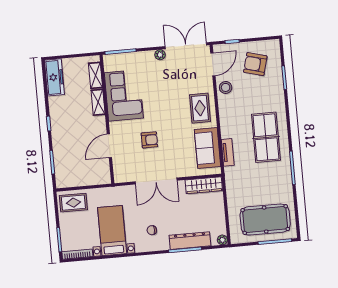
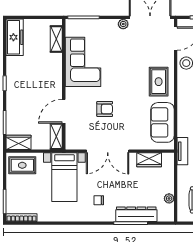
shelving: (98, 102) -> (56, 136), moved
tv unit: (228, 152) -> (182, 151), moved
wardrobe: (68, 180) -> (19, 142), added
wardrobe: (204, 185) -> (149, 160), width x0.67
bed with nightstands: (112, 231) -> (64, 177), moved, turned 180
plant: (222, 240) -> (169, 198), moved

